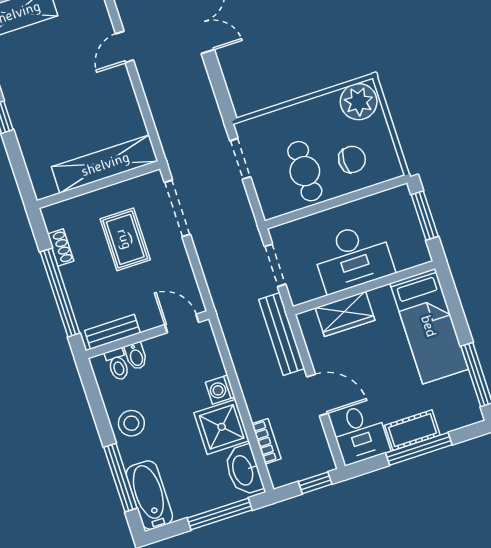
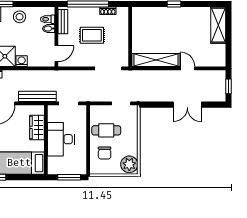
shelving: (105, 164) -> (156, 60), moved, turned 90
rug: (125, 239) -> (92, 35), moved

